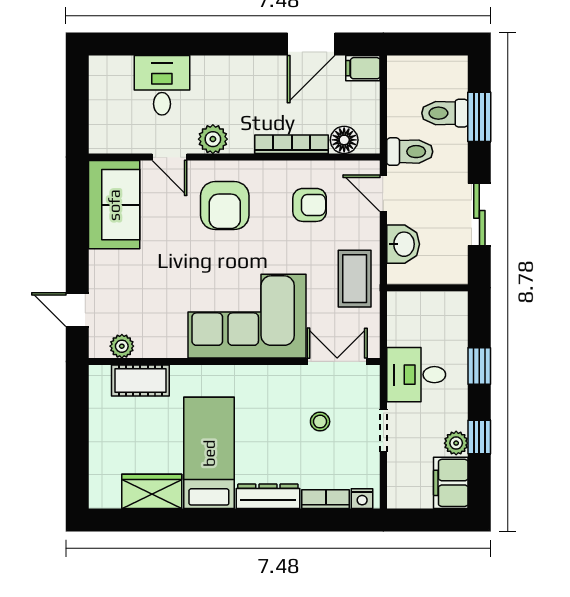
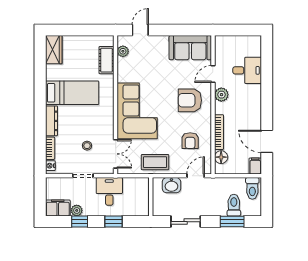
toilet: (410, 152) -> (252, 188), moved
wardrobe: (152, 491) -> (54, 50), moved

